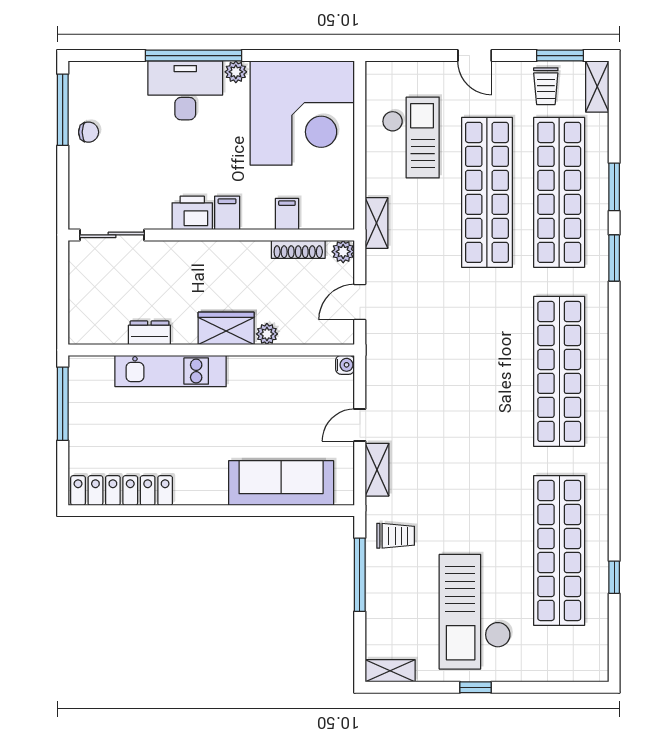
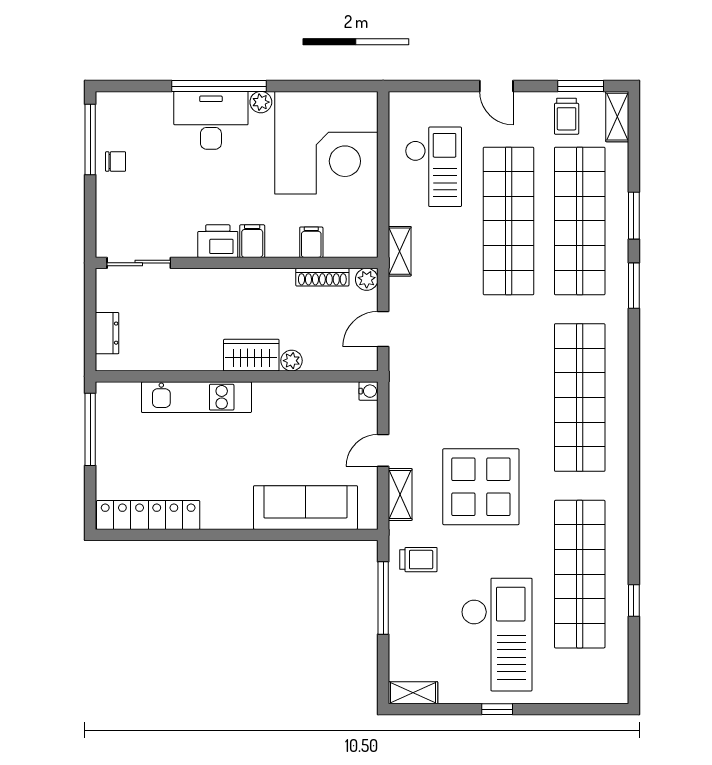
dresser: (149, 333) -> (107, 333), moved, turned 90
display table: (459, 462) -> (481, 487), added
checkout: (475, 612) -> (497, 635), turned 180

